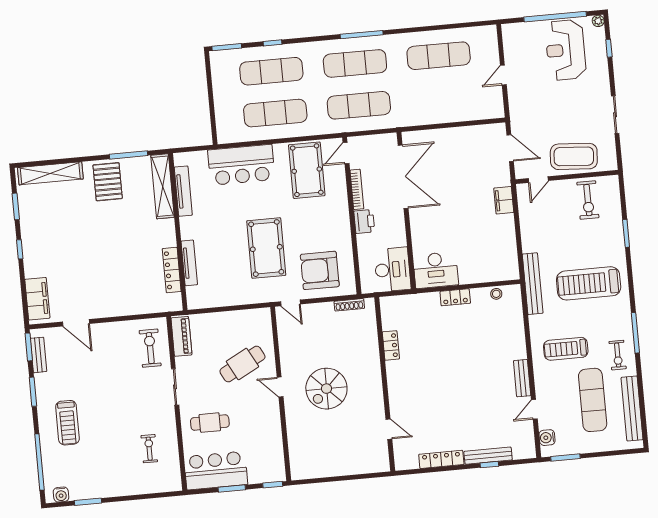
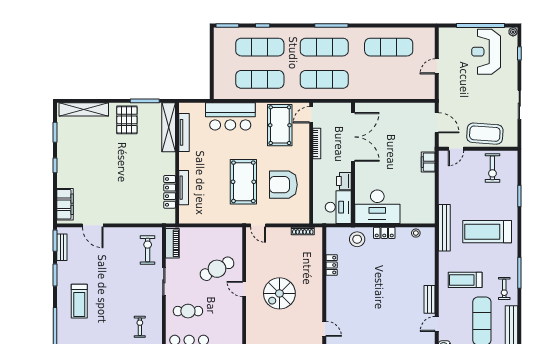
printer: (364, 221) -> (344, 181), moved, turned 180
armchair: (320, 270) -> (283, 185), moved
desk: (436, 270) -> (377, 207), width x1.36, depth x1.30
stool: (421, 309) -> (357, 239), added

